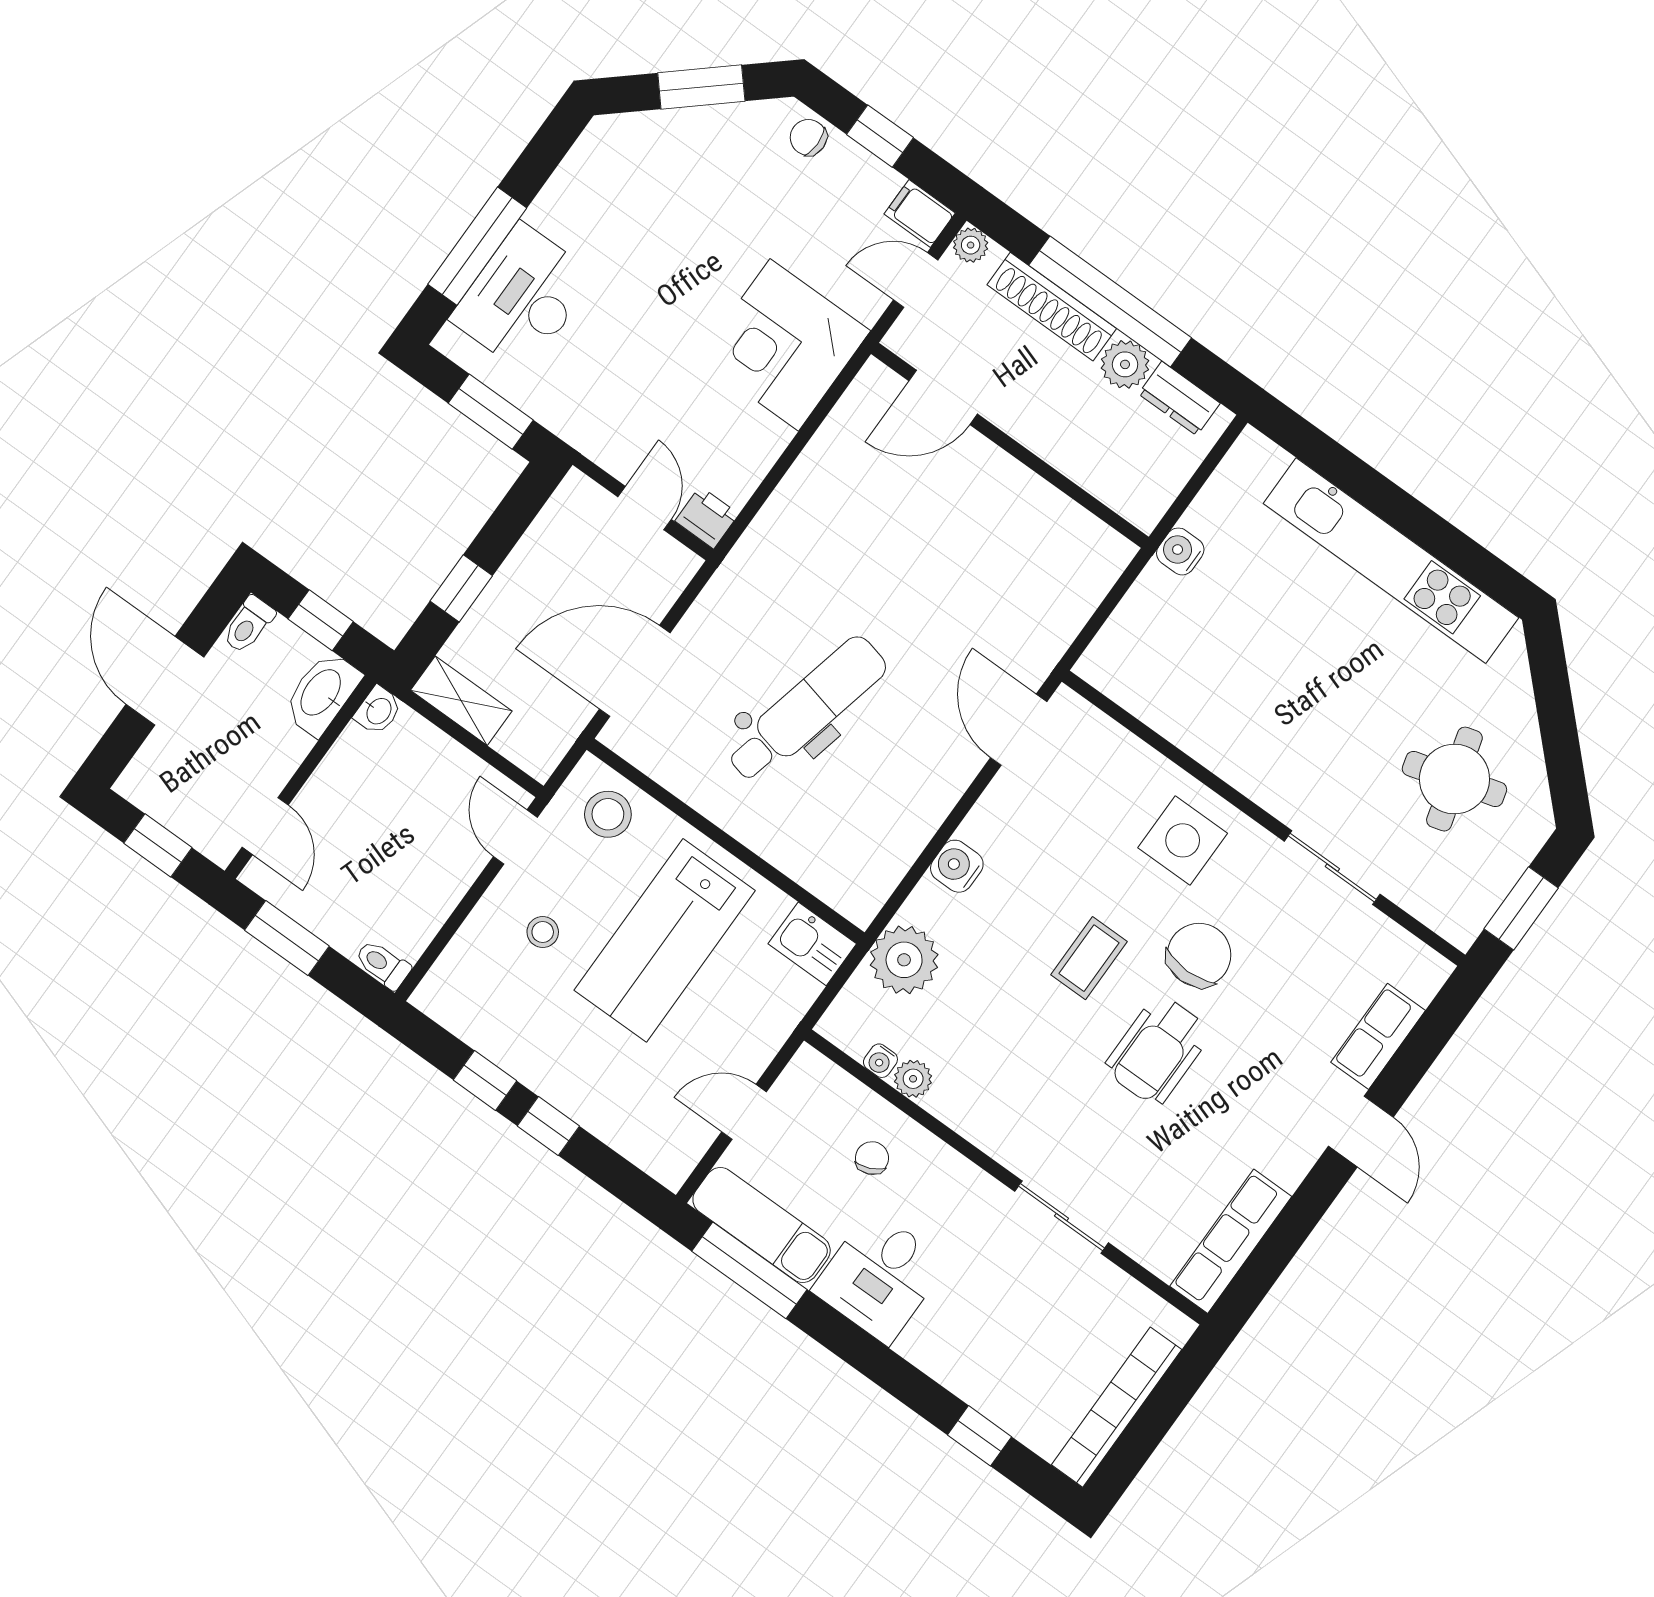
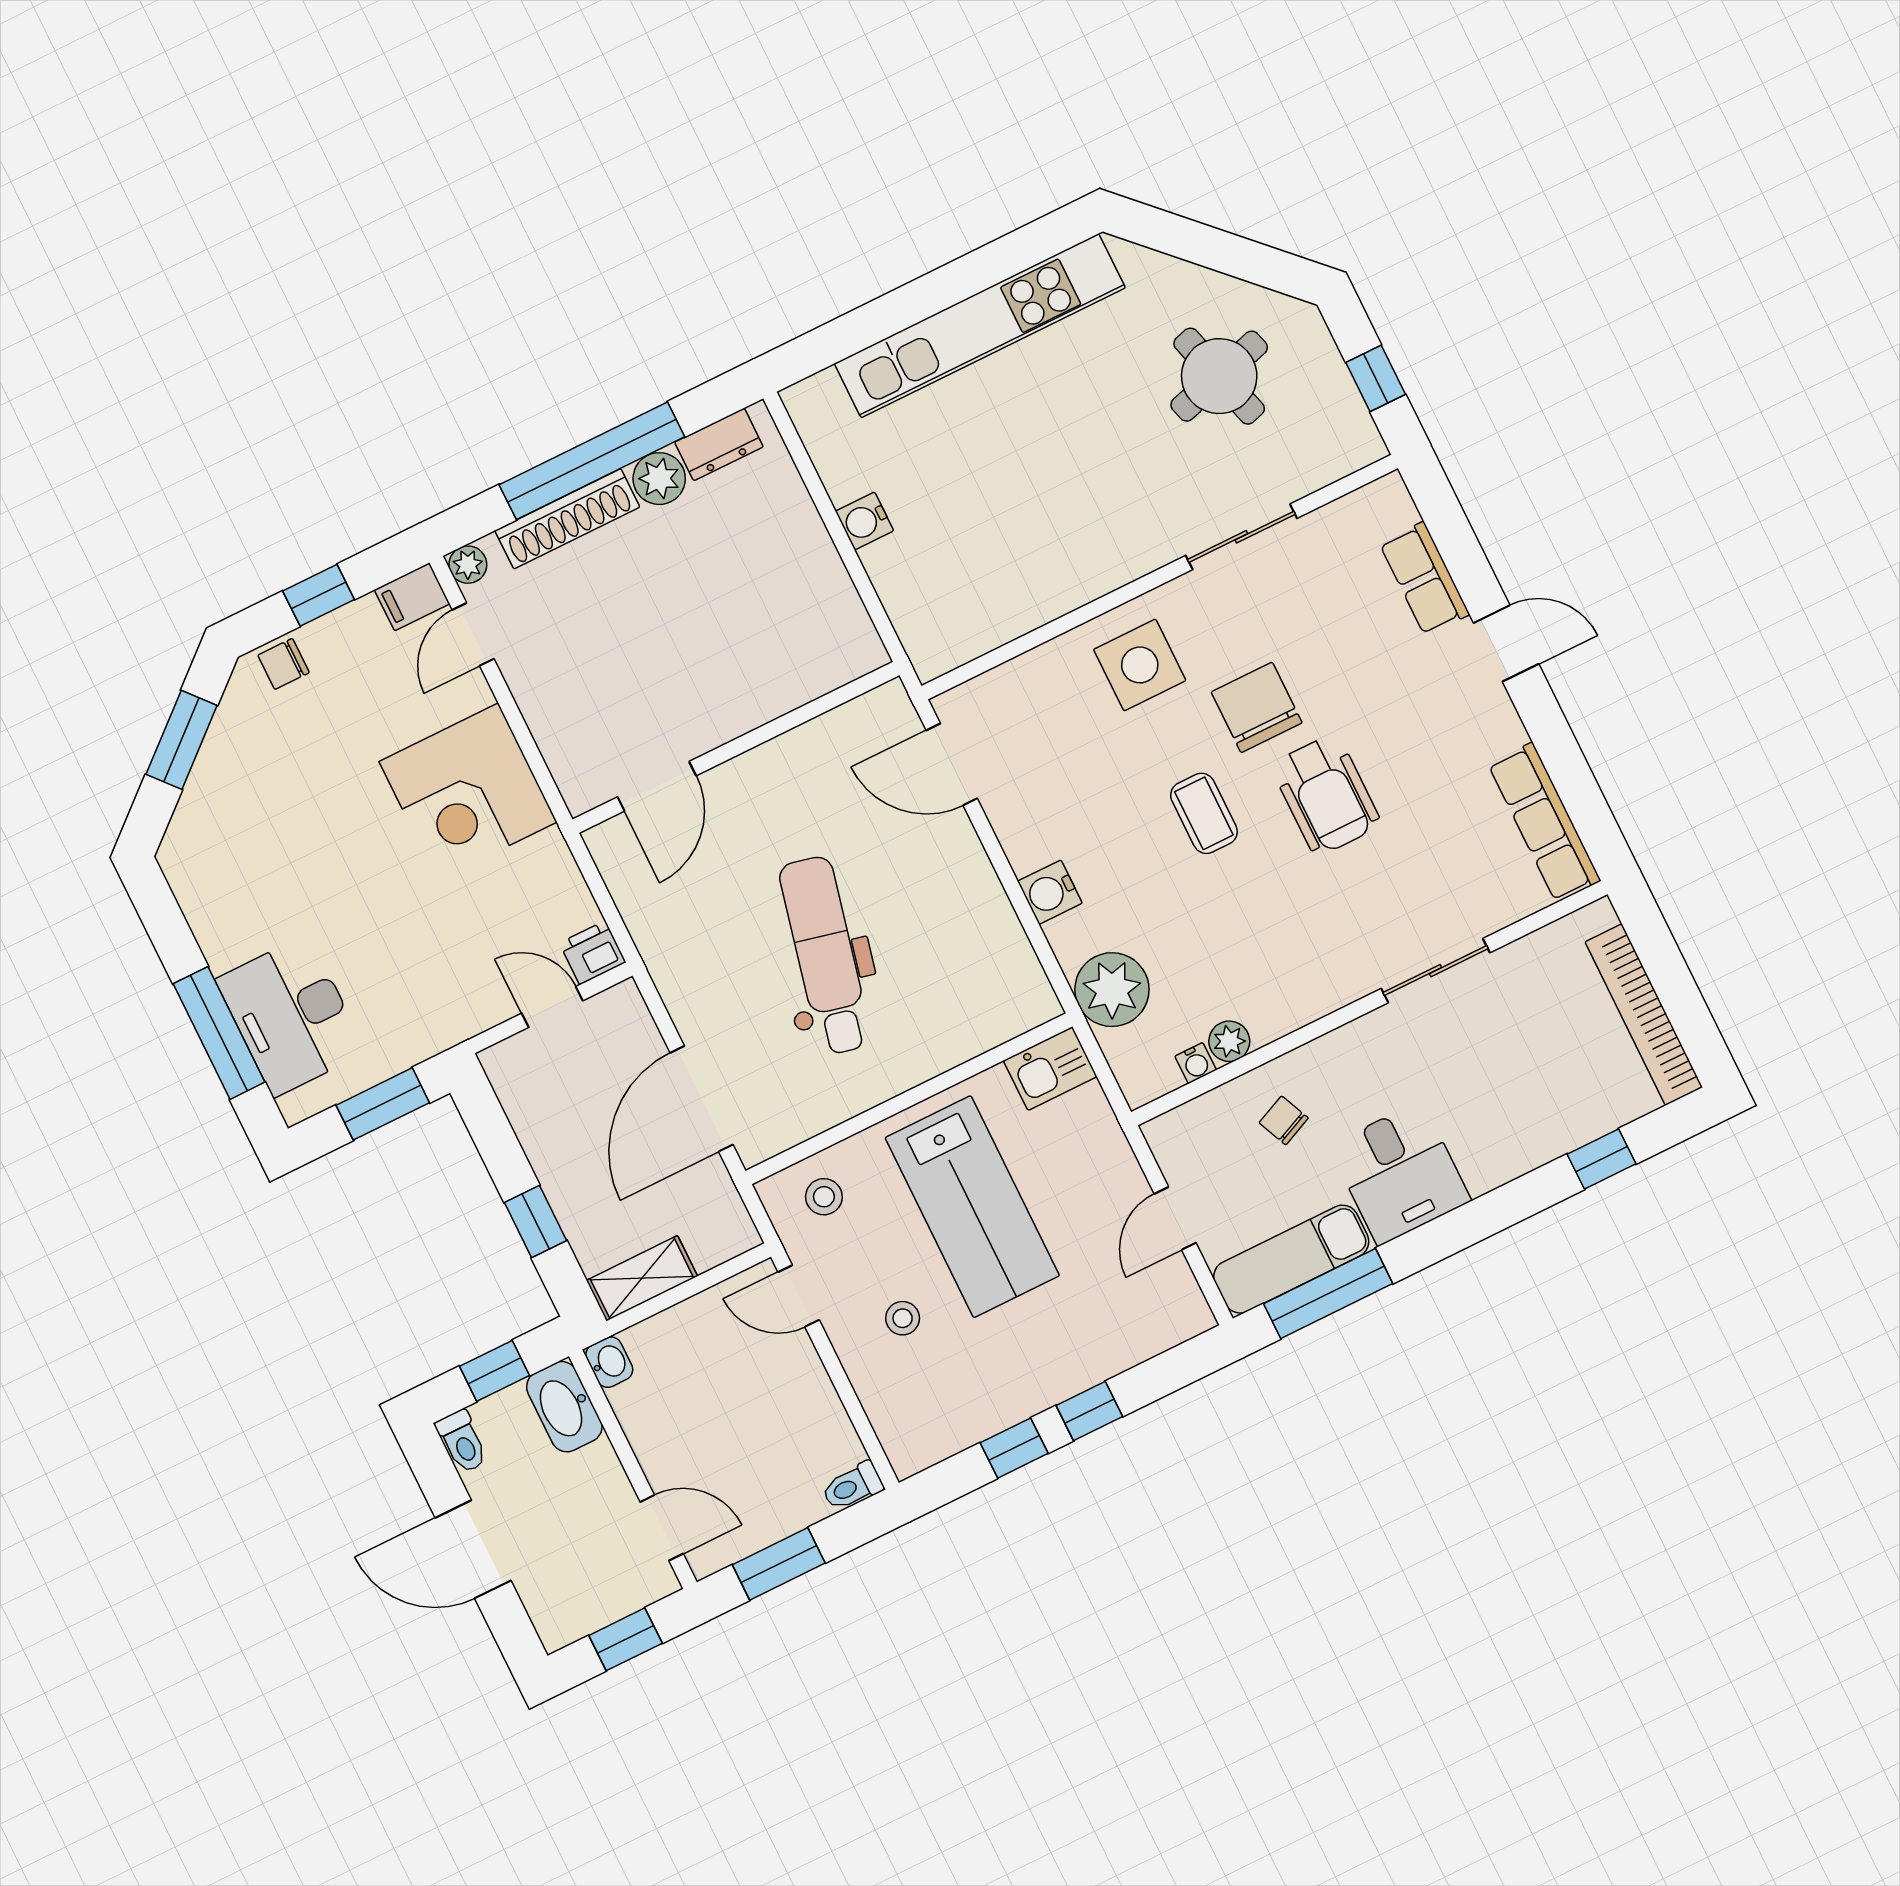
door: (943, 397) -> (657, 786), moved
wall: (1010, 445) -> (736, 747), moved
stool: (608, 814) -> (824, 1197), width x0.73, depth x0.73
window: (1521, 908) -> (1376, 378), width x0.67

